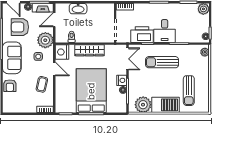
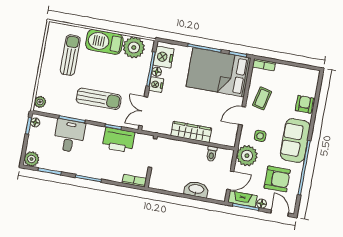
desk: (165, 31) -> (69, 136), moved
nightstand: (62, 52) -> (164, 57), moved, turned 180
door: (54, 69) -> (242, 116), hinge flipped
bed: (91, 91) -> (219, 72), moved, turned 90

